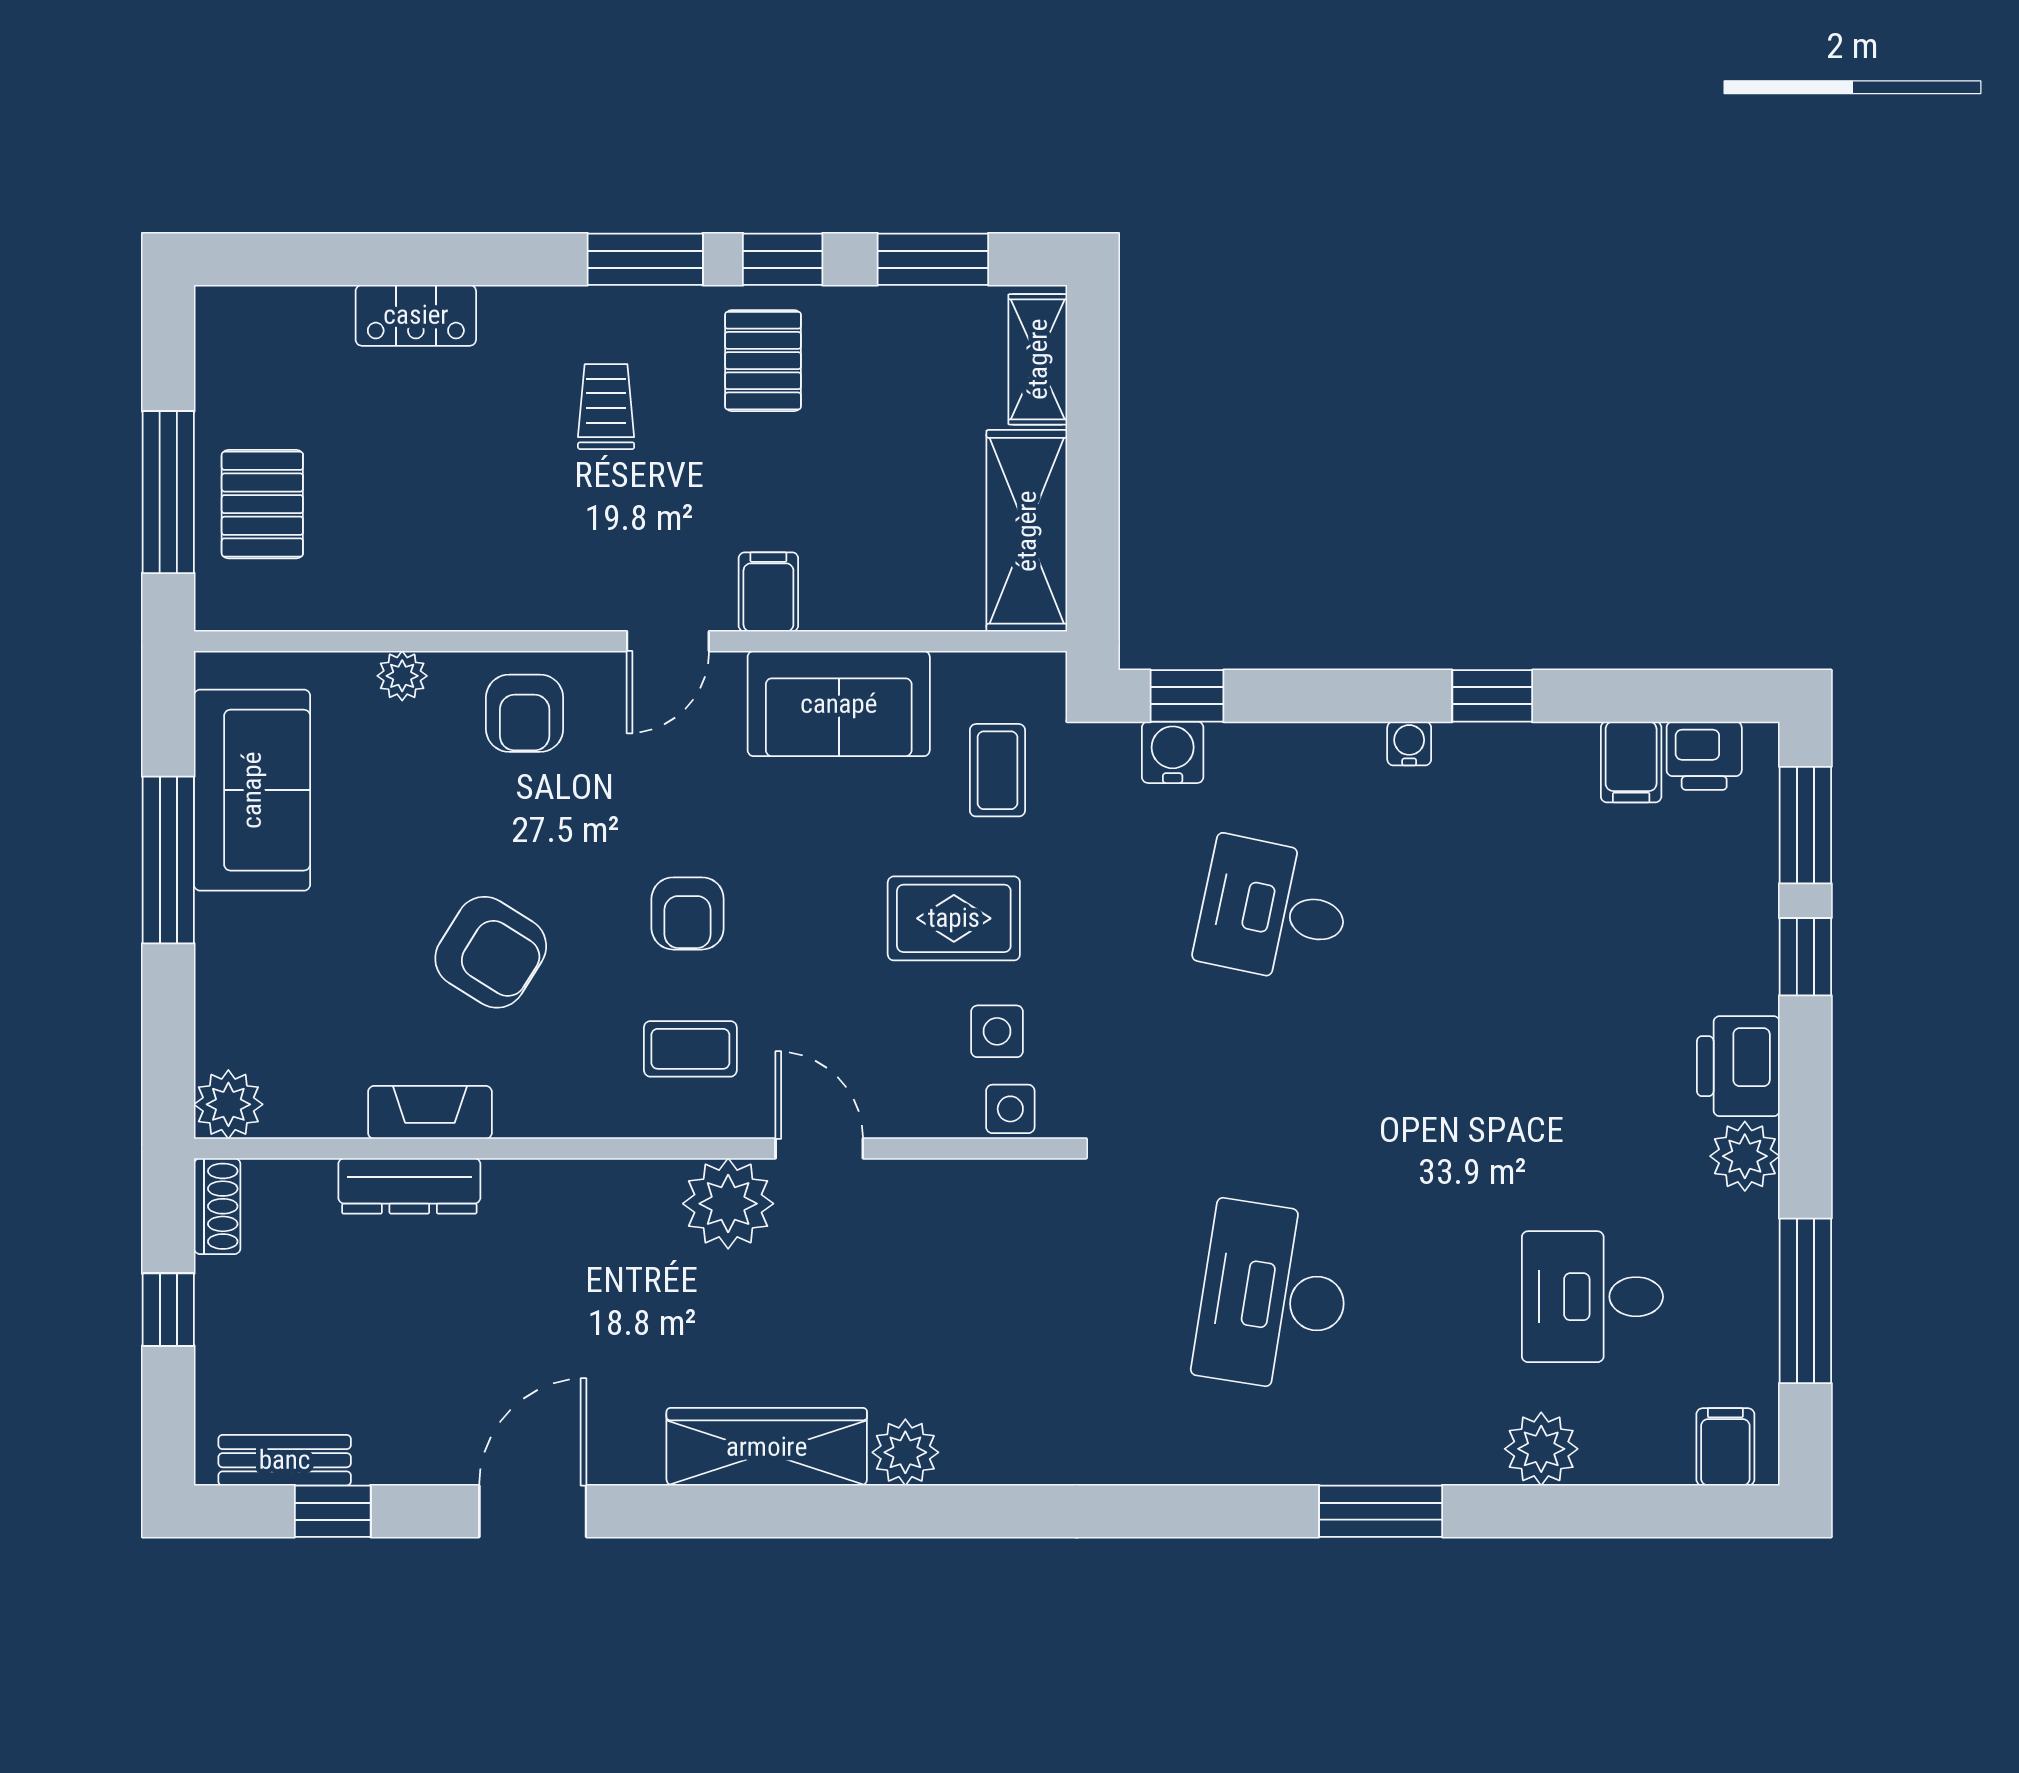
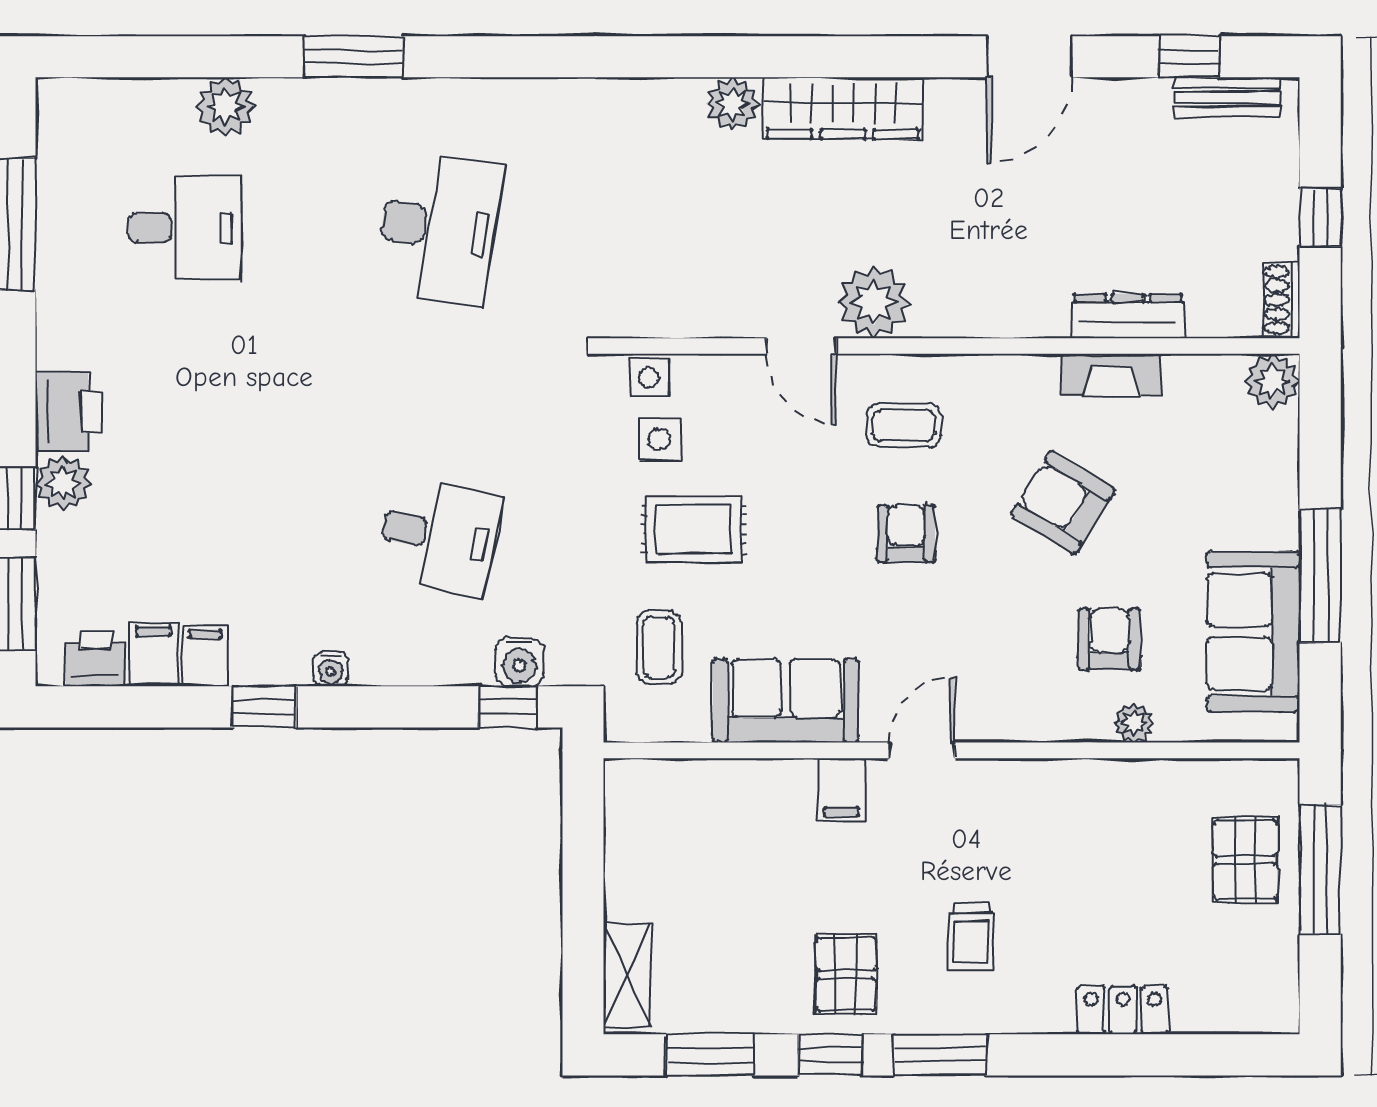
shelving: (1027, 531) -> (636, 839), removed
armchair: (525, 713) -> (1109, 639), moved
plant: (1745, 1156) -> (63, 483), moved
filing cabinet: (1725, 1447) -> (205, 656), moved, turned 180

